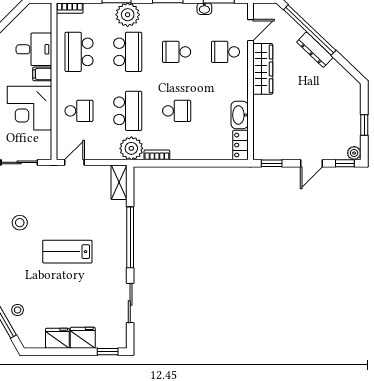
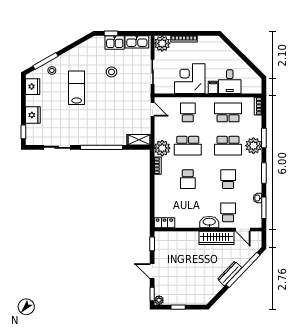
school desk: (79, 111) -> (188, 112), turned 180
washbasin: (240, 115) -> (209, 222), moved
lab bench: (67, 252) -> (77, 88), moved
fridge: (57, 338) -> (33, 87), moved

